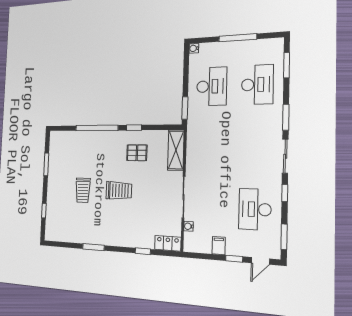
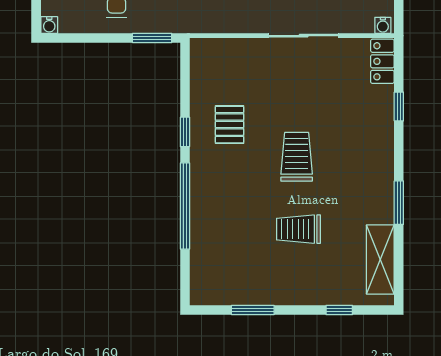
shelving: (176, 150) -> (380, 260), moved, turned 90
trolley: (83, 190) -> (299, 229), turned 180
water cooler: (189, 226) -> (383, 25), moved

